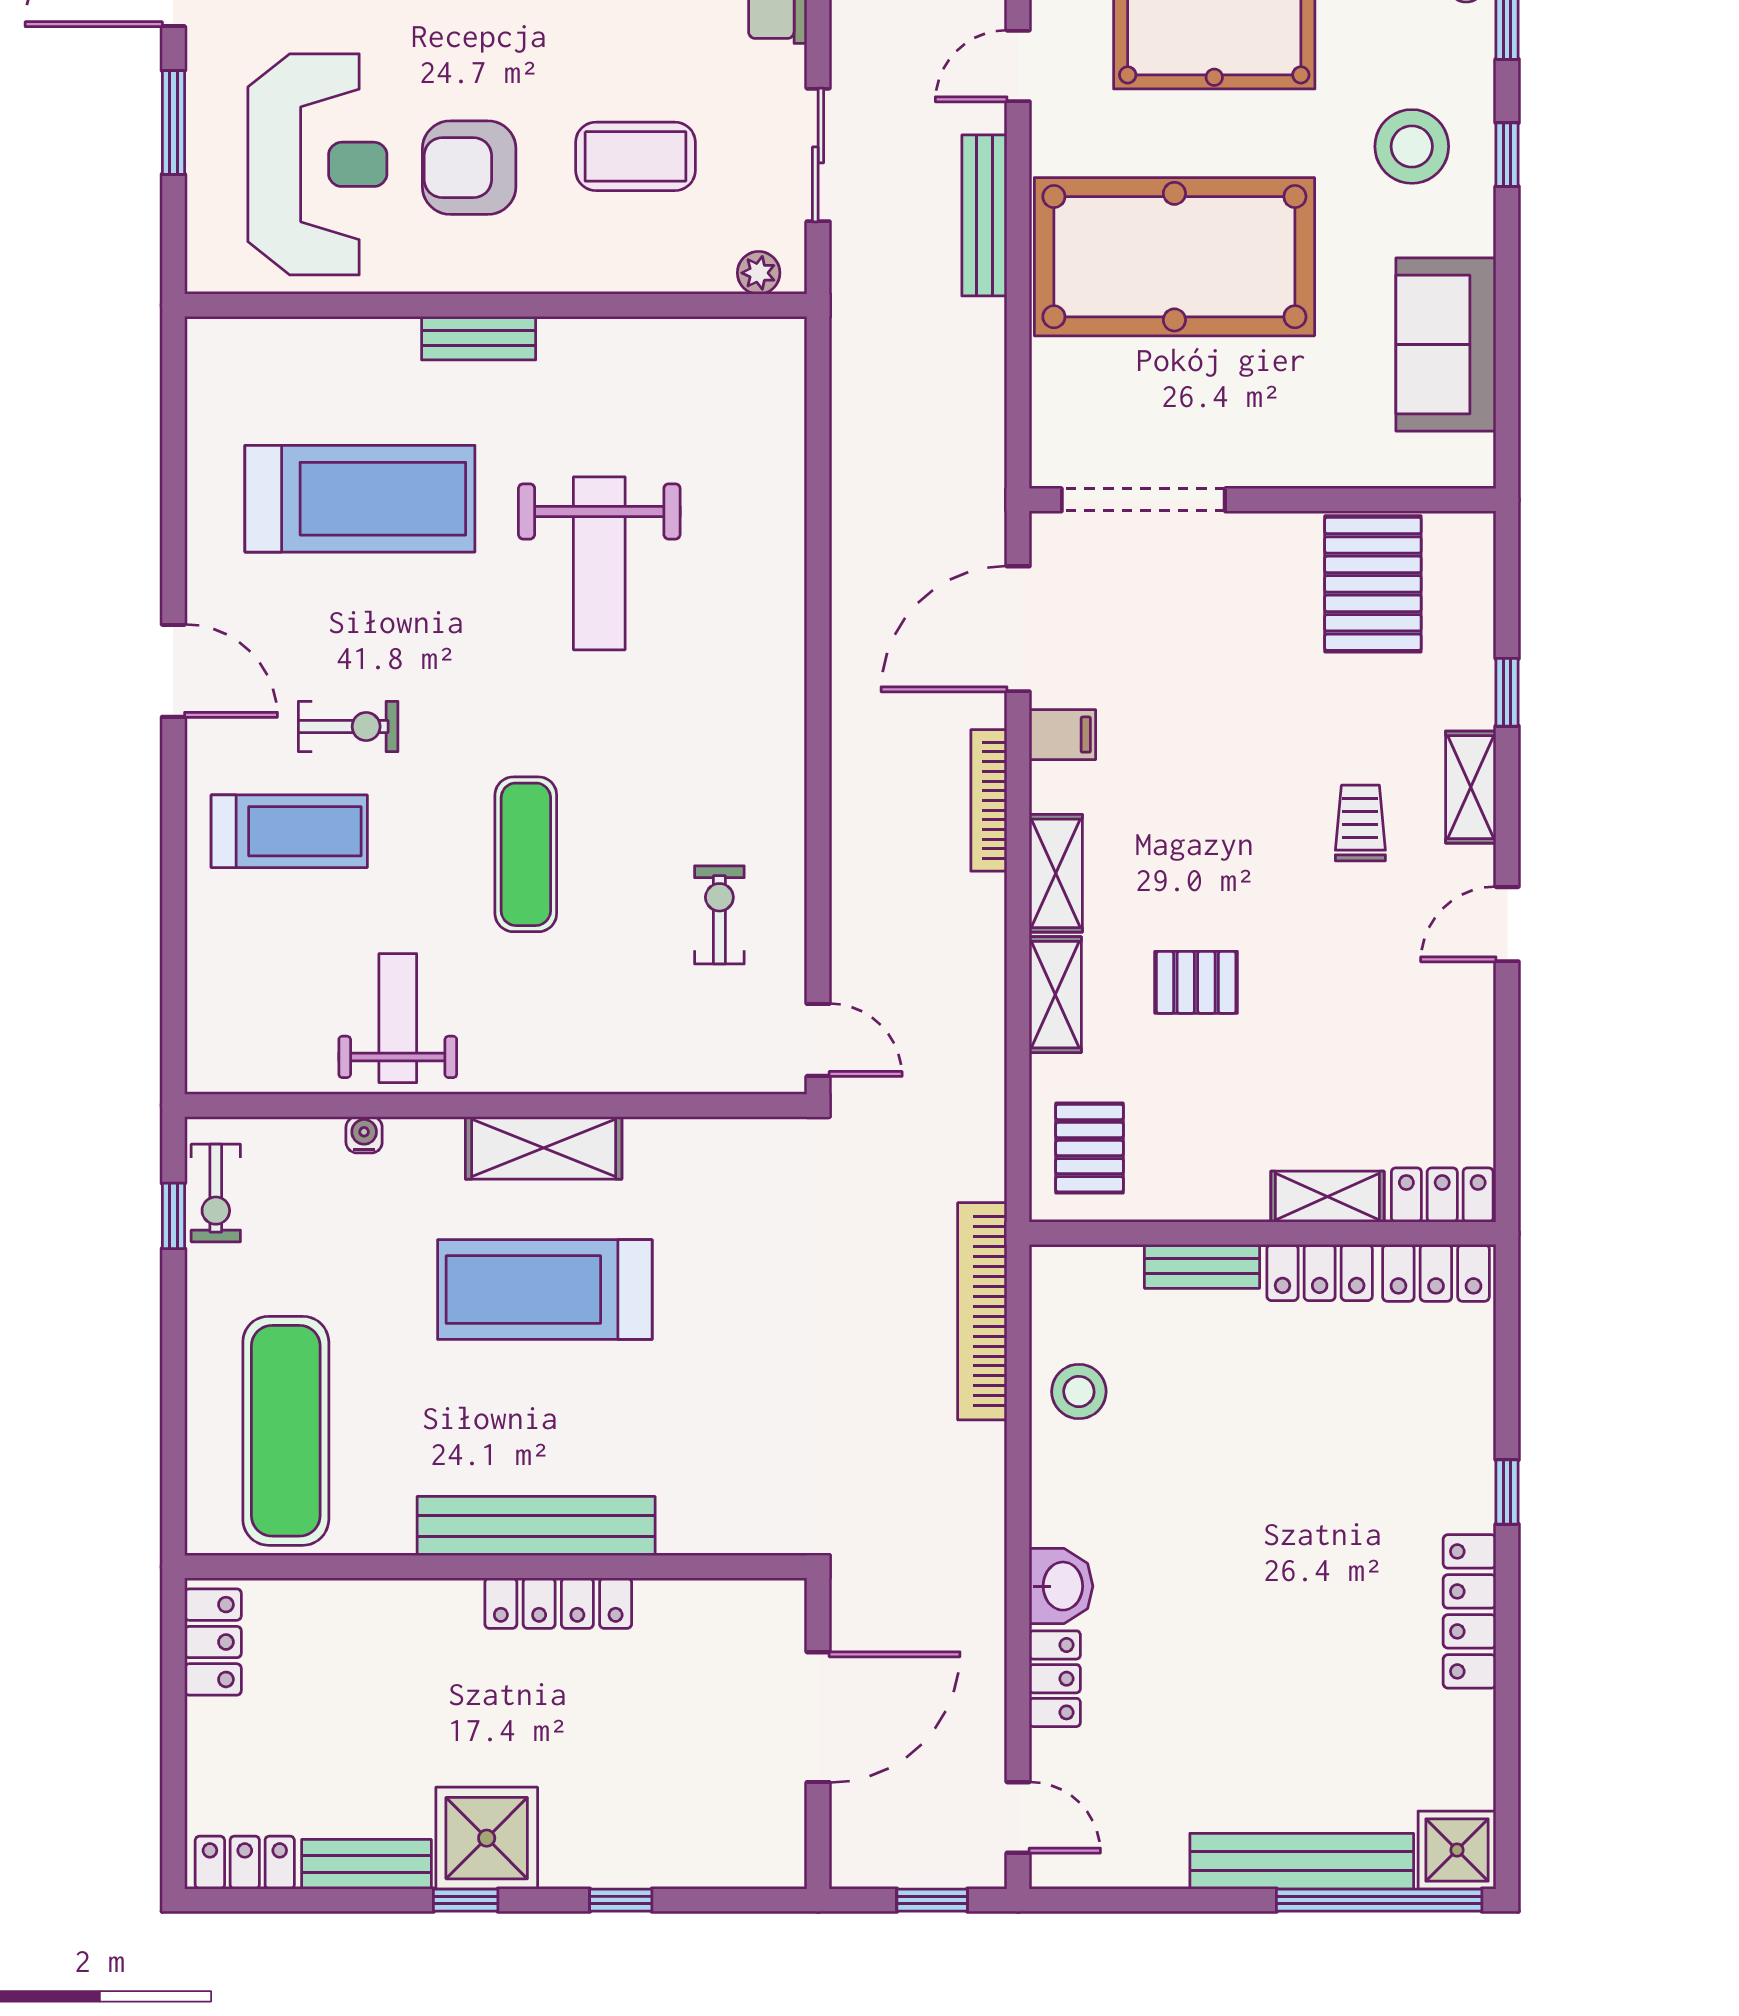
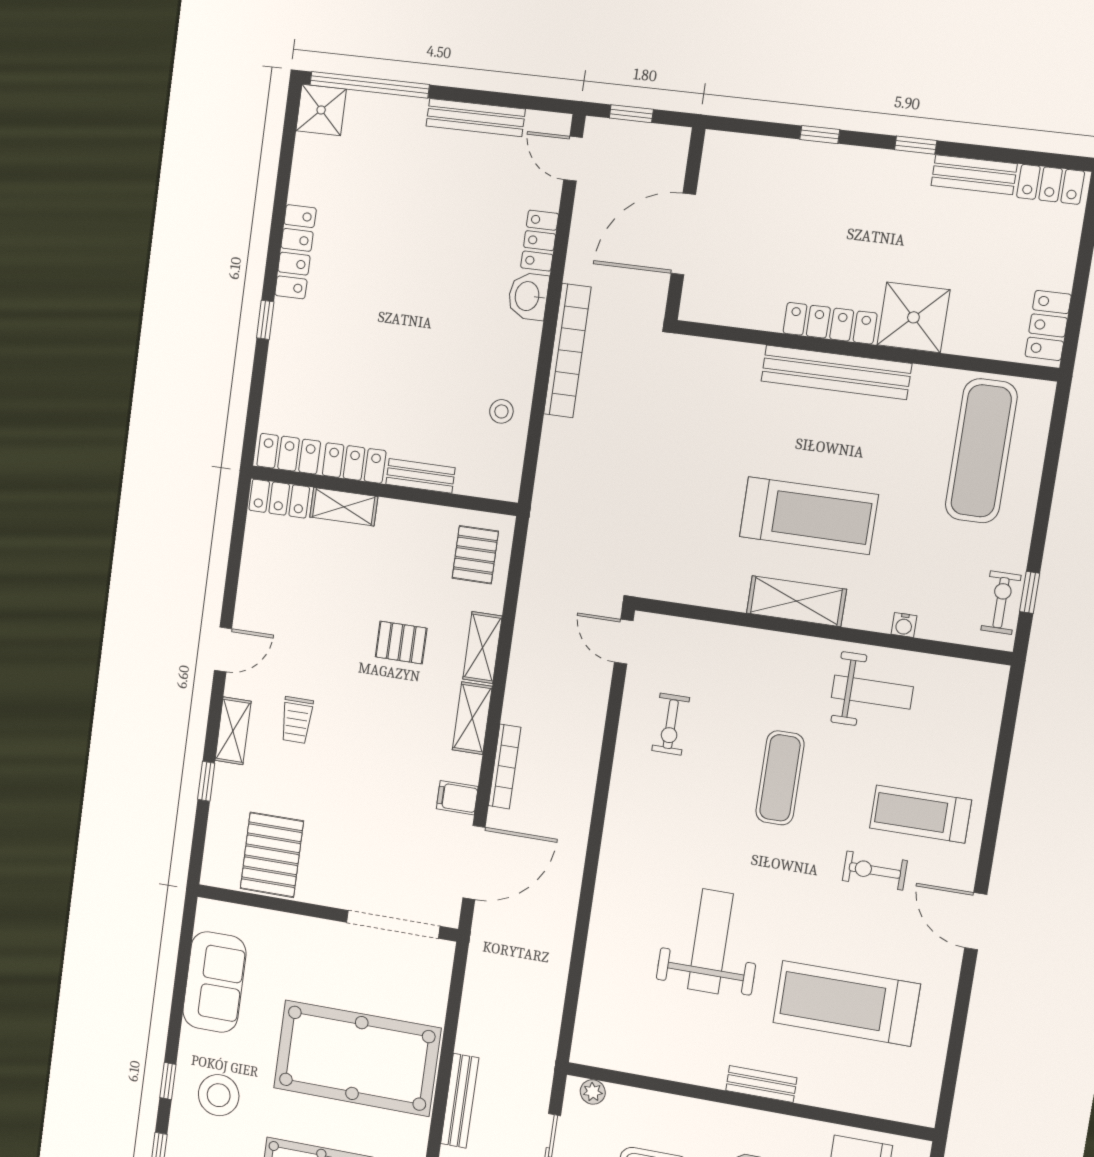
weight bench: (398, 1018) -> (872, 692), turned -90
bookcase: (982, 1311) -> (567, 351), moved
stool: (1079, 1392) -> (501, 411), width x0.73, depth x0.73
shower: (487, 1838) -> (913, 317), moved
bench: (1302, 1861) -> (476, 118), moved, width x0.73, depth x0.82

